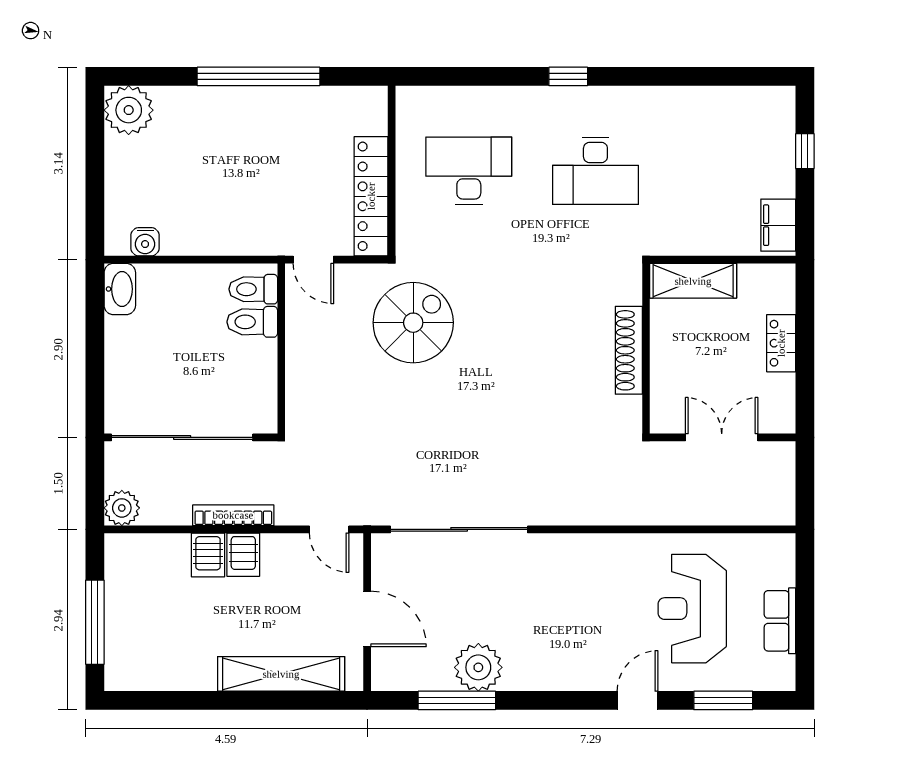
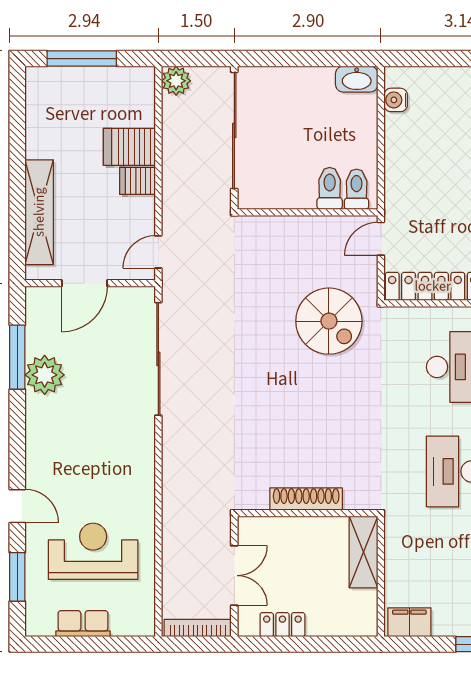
locker: (781, 343) -> (282, 625), moved
bookcase: (233, 515) -> (198, 628), moved, turned -90
server rack: (208, 555) -> (129, 147), width x1.36, depth x1.44

